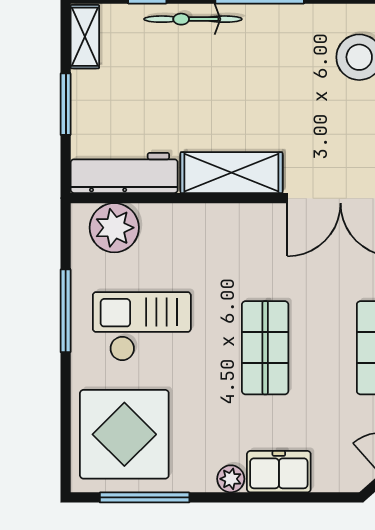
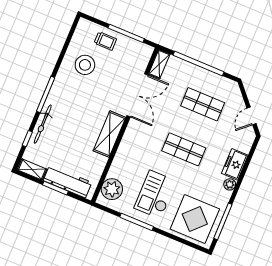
workbench: (124, 173) -> (68, 182), moved, turned 90

